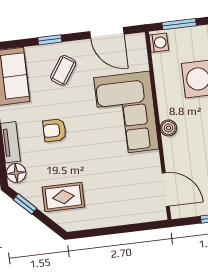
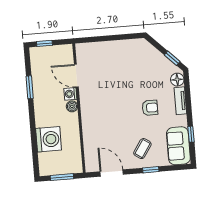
washing machine: (159, 43) -> (70, 94), moved
corner sofa: (126, 113) -> (100, 117), removed
door: (166, 189) -> (76, 76), moved
rug: (63, 197) -> (146, 62), removed

